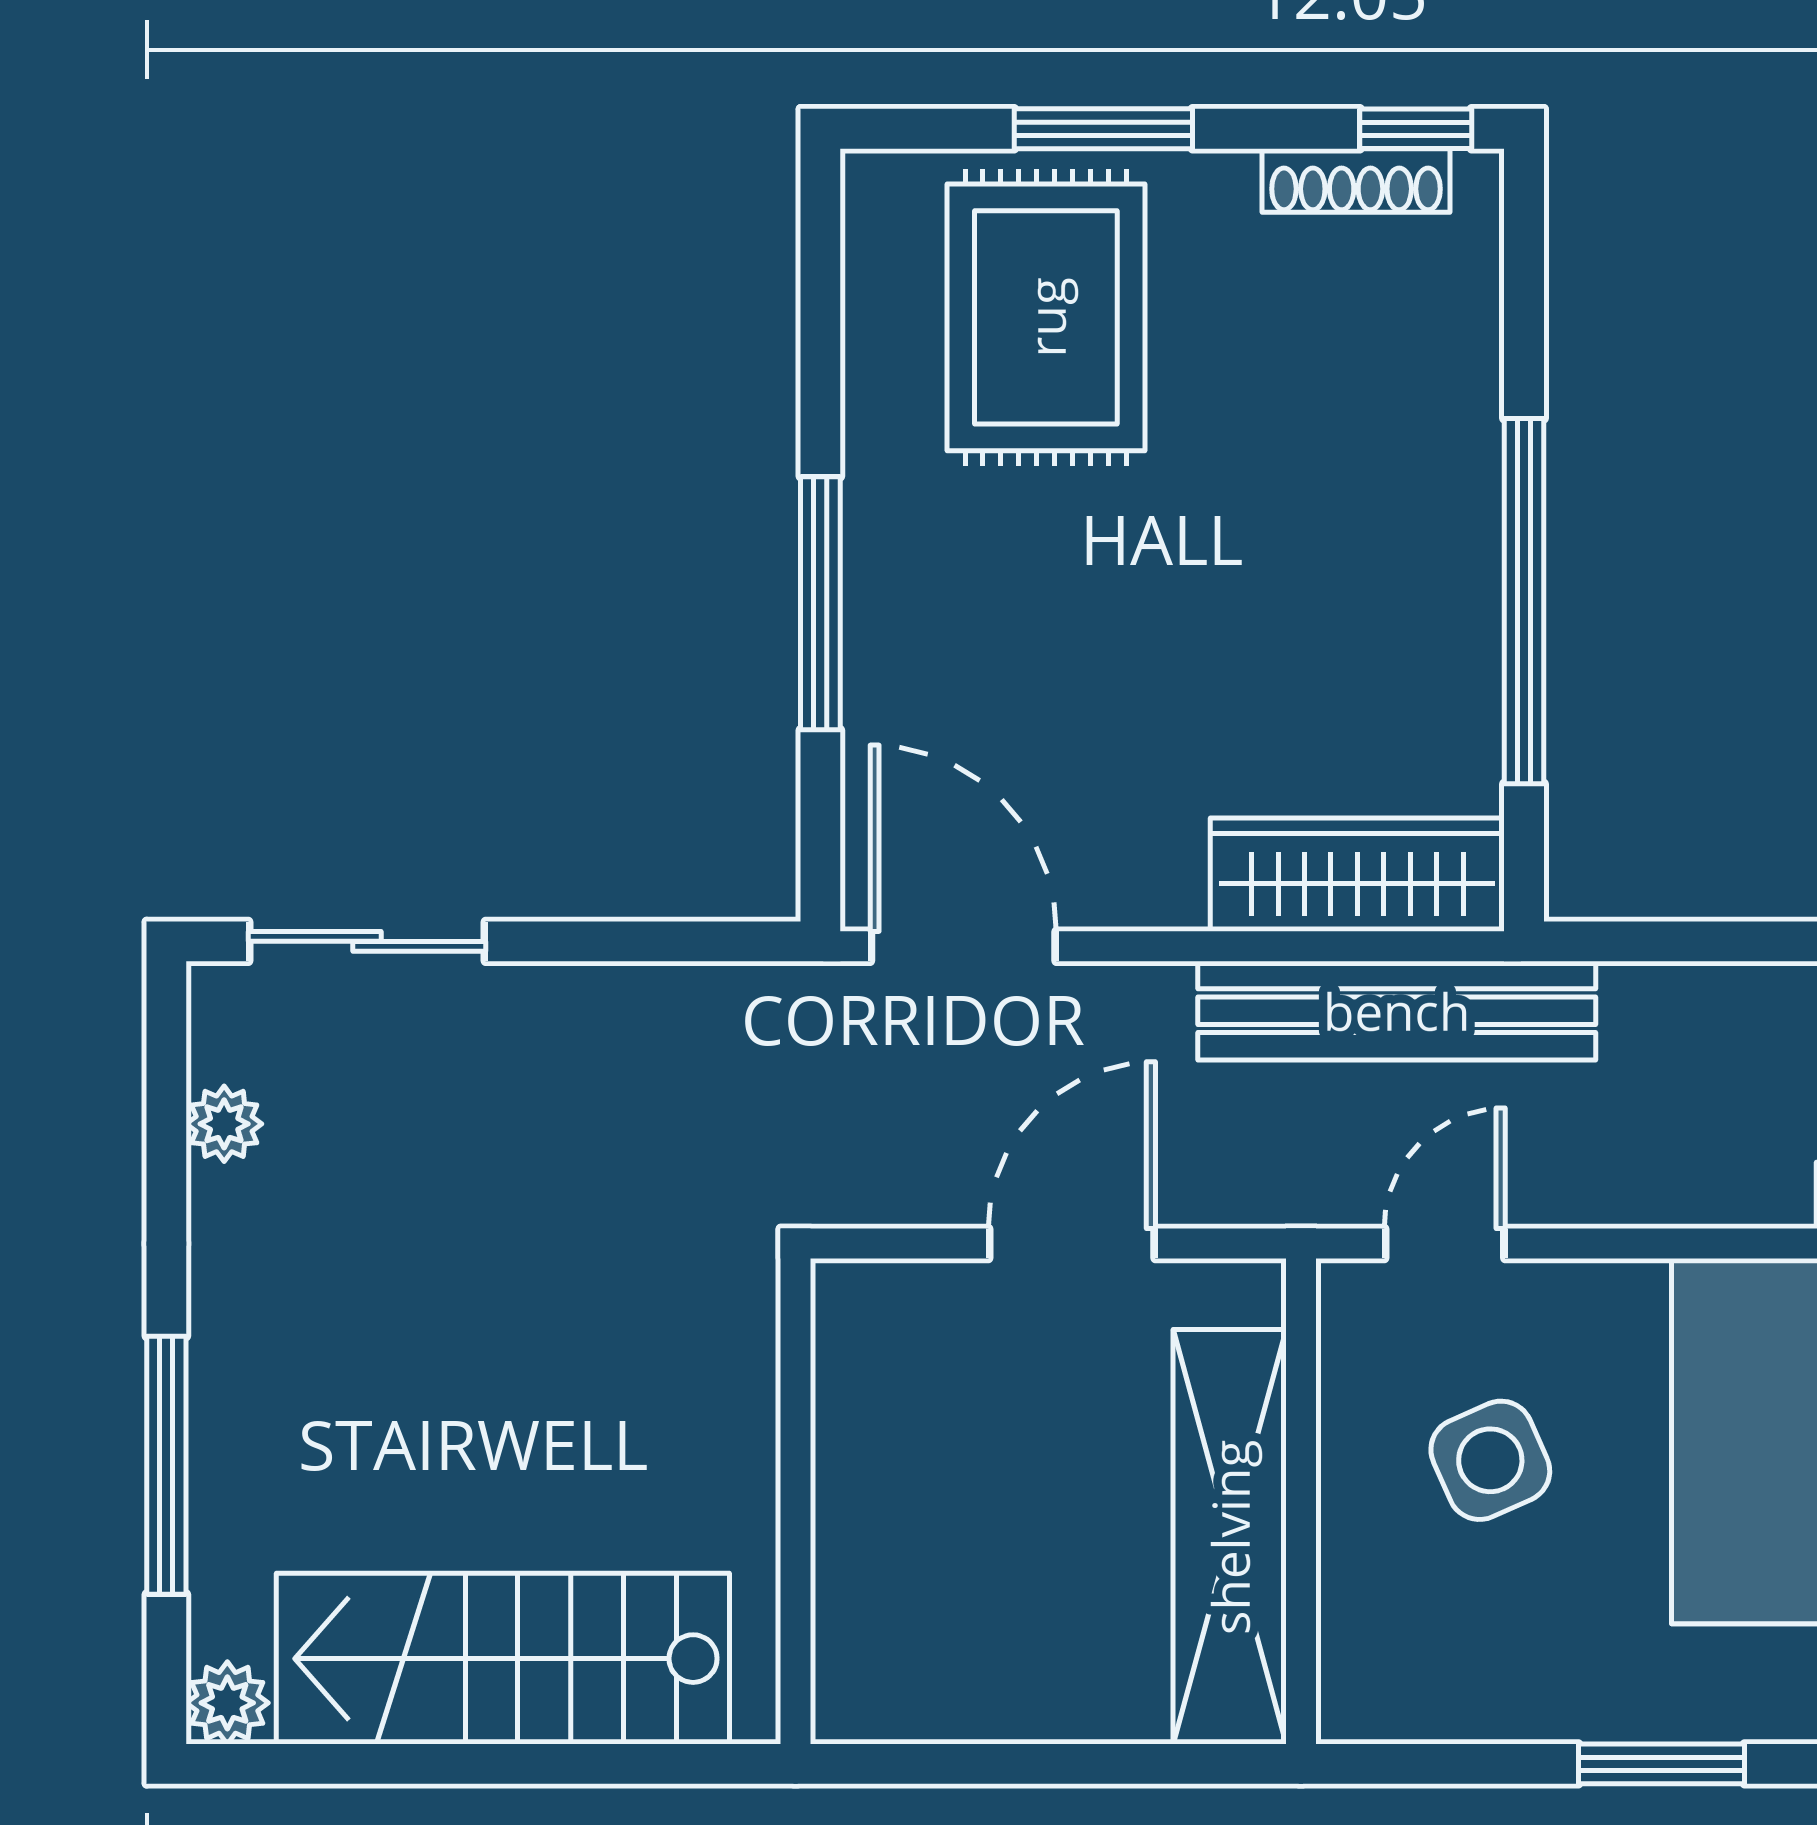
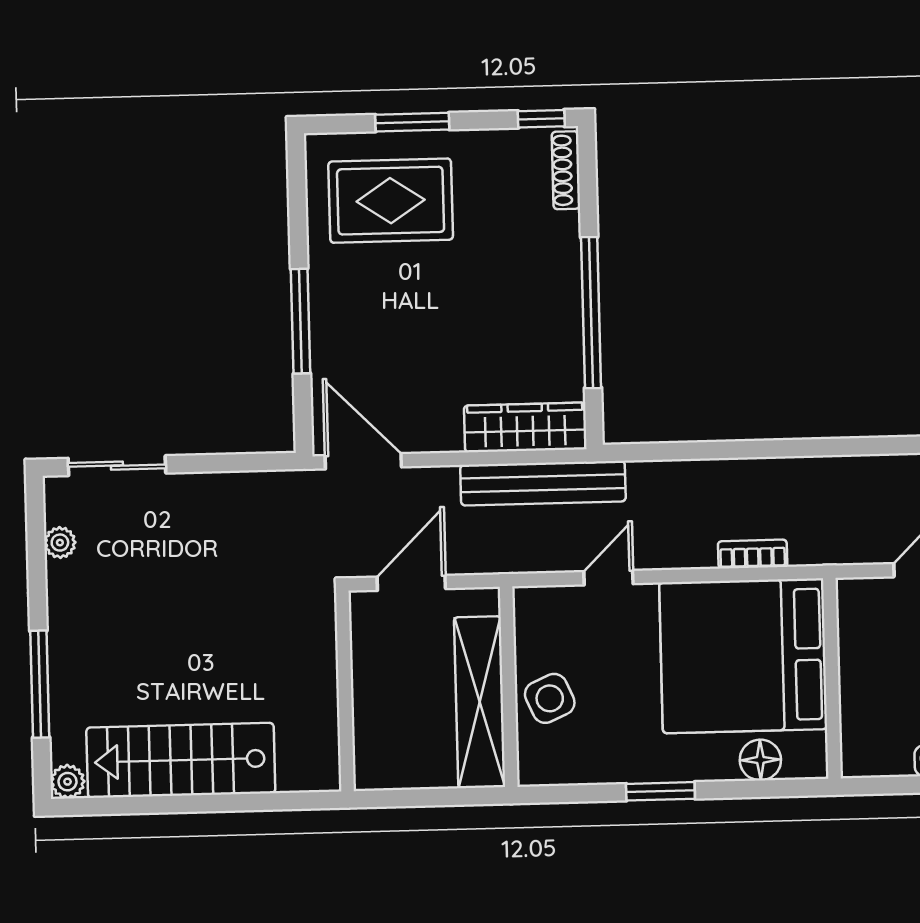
shoe rack: (1356, 181) -> (566, 170), moved, turned 90
rug: (1046, 317) -> (391, 201), turned 90
door: (1445, 1244) -> (608, 578), moved
side table: (1490, 1460) -> (550, 698), moved
wall: (796, 1501) -> (345, 691), moved

